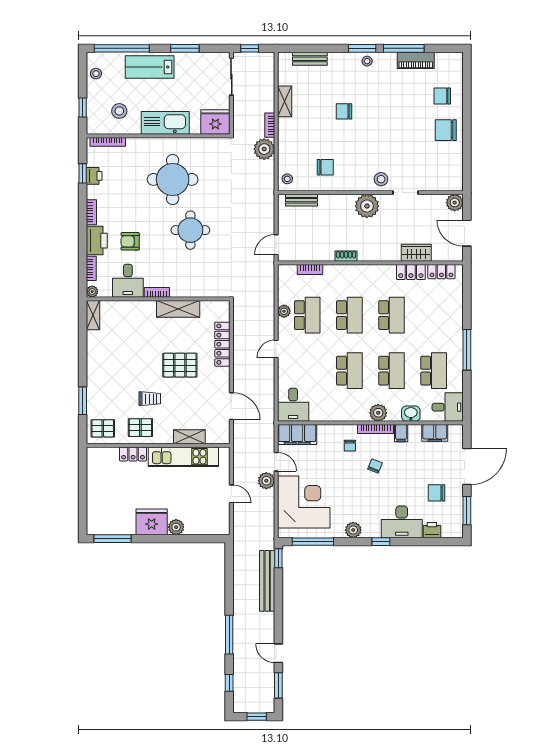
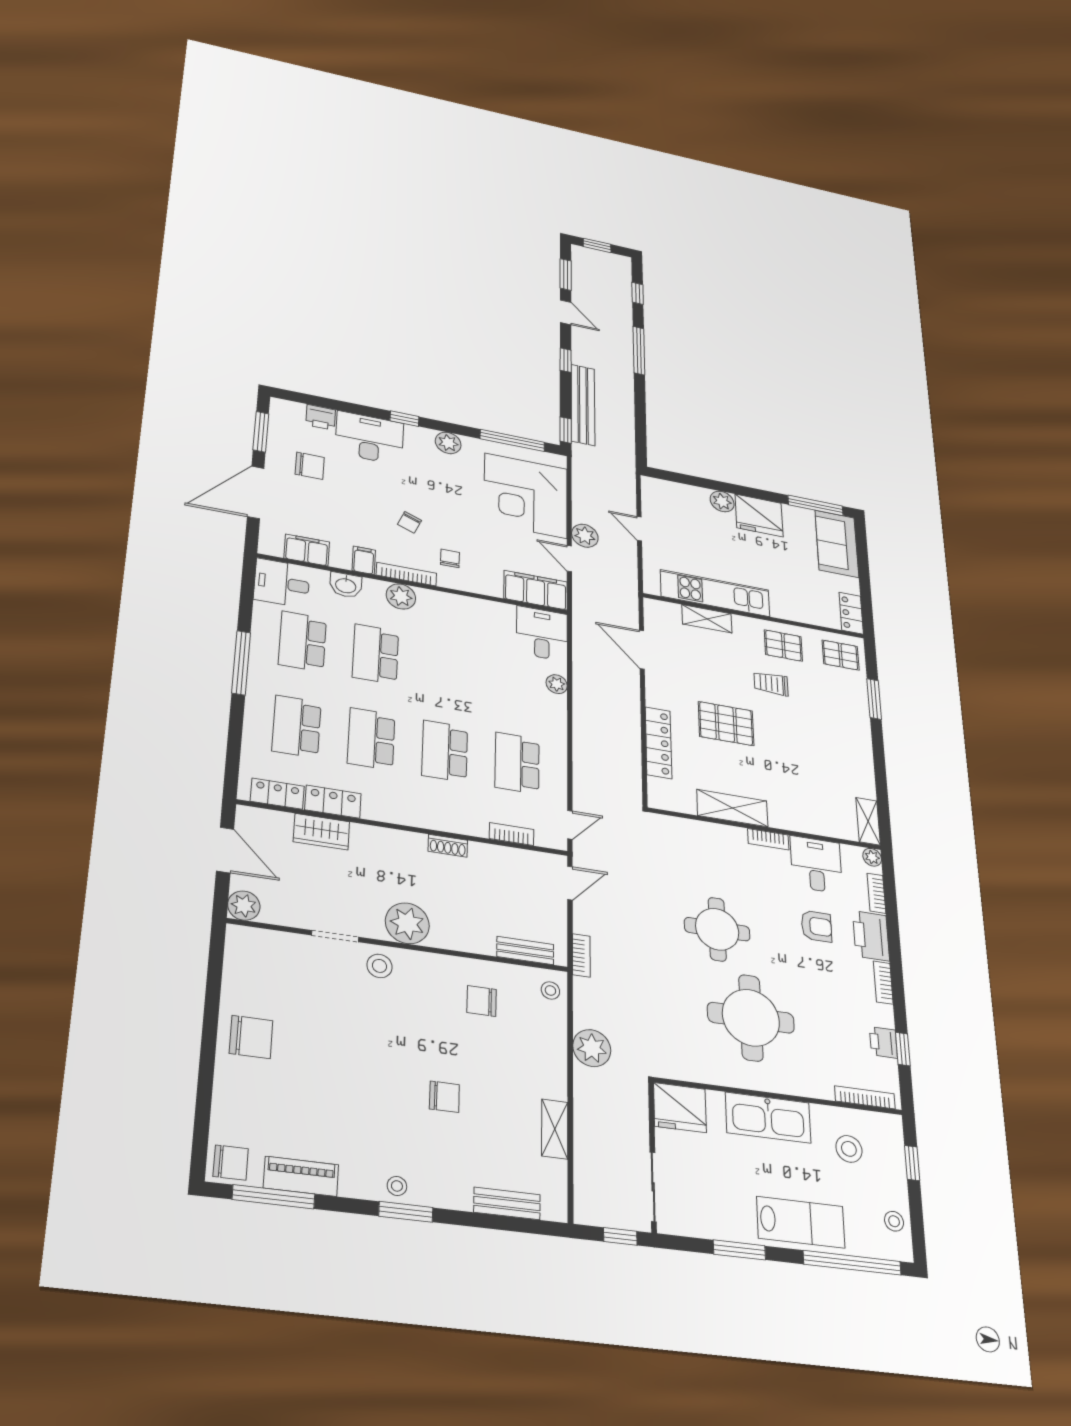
window: (404, 48) -> (274, 1197), moved
chair: (442, 96) -> (231, 1163), moved
bookcase: (270, 125) -> (581, 955), moved
plant: (284, 311) -> (557, 684), moved
door: (276, 349) -> (570, 825), moved
school desk: (349, 371) -> (297, 727), moved
locker: (133, 454) -> (851, 613), moved, turned -90
sofa: (100, 512) -> (837, 544), added
window: (278, 614) -> (566, 360), added

